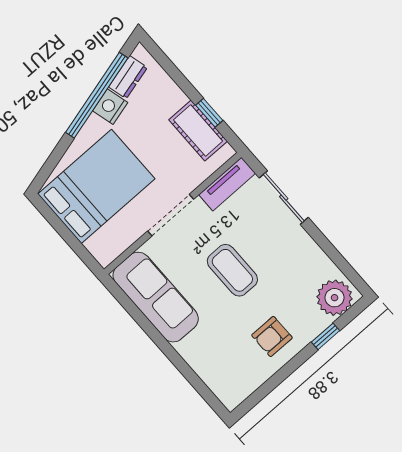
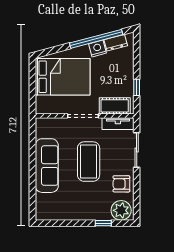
cot: (198, 131) -> (115, 106), moved, turned 90
coffee table: (232, 270) -> (89, 162), width x1.36, depth x1.32
sofa: (156, 297) -> (47, 166), moved
armchair: (272, 336) -> (121, 184), moved

